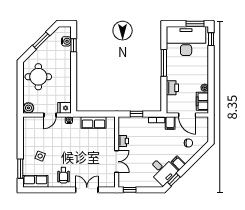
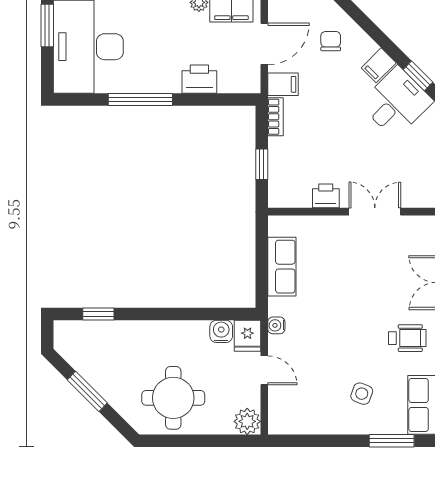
water cooler: (66, 41) -> (221, 331), moved

